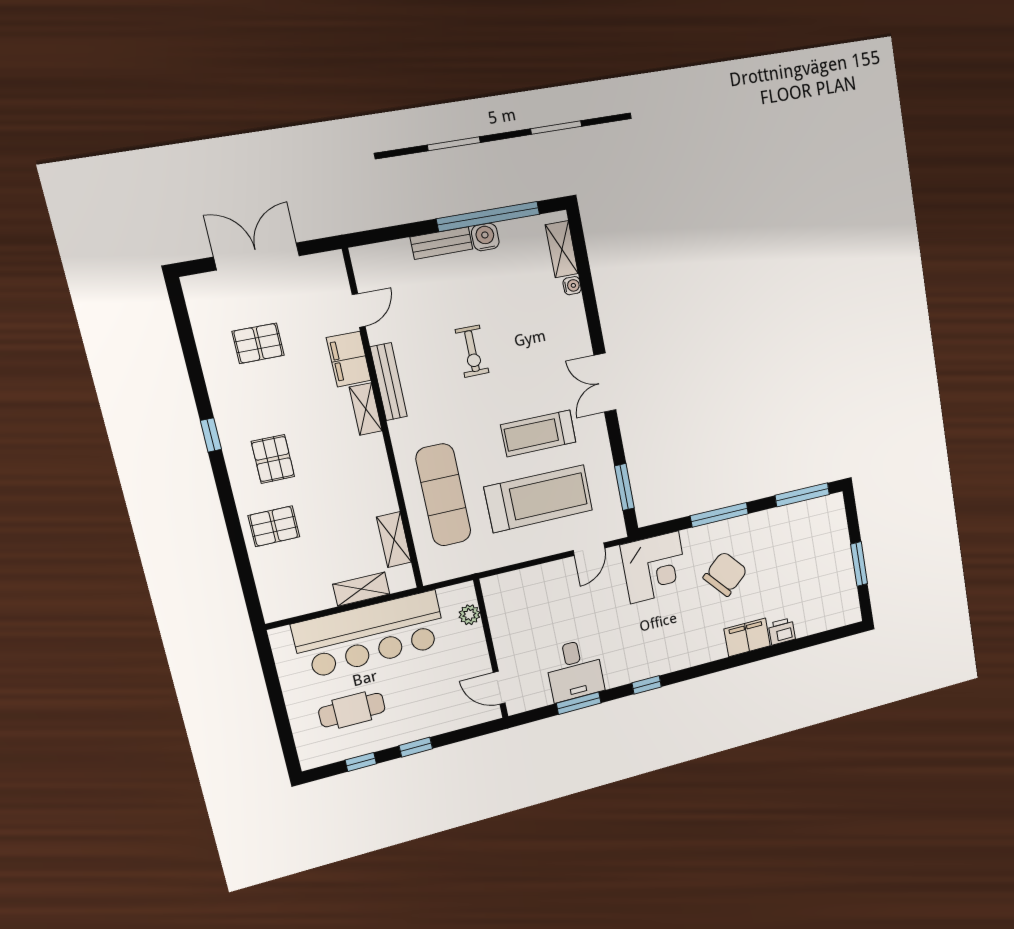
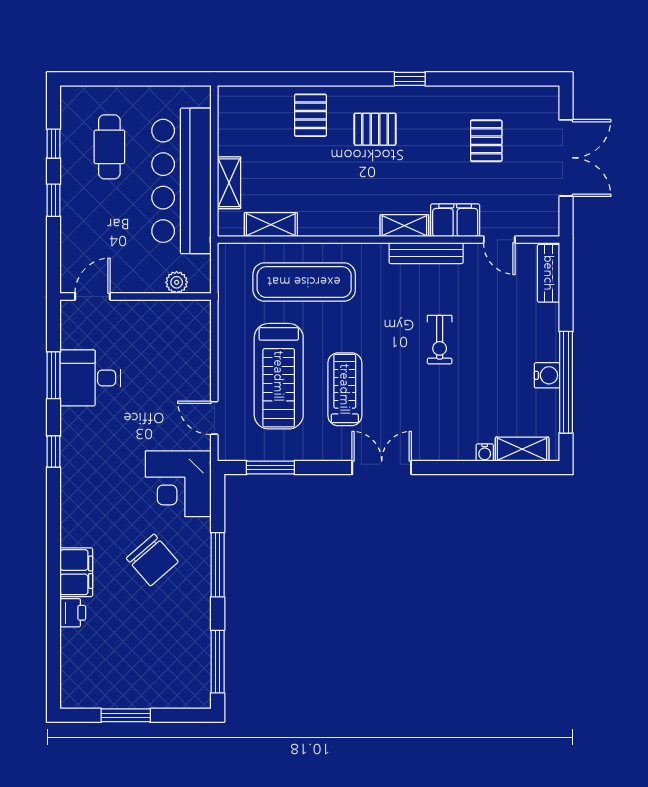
bench: (442, 243) -> (549, 273), moved
exercise bike: (472, 351) -> (440, 340), turned -90

